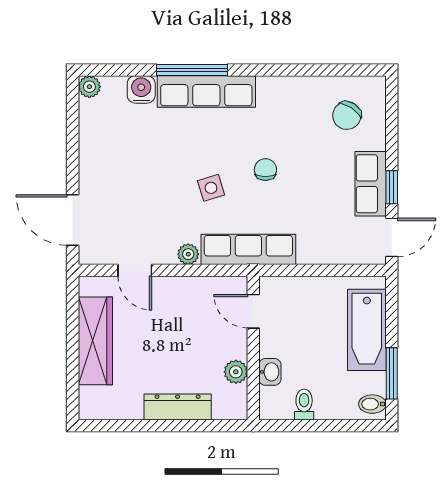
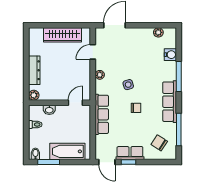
window: (316, 70) -> (179, 129), added
plant: (89, 87) -> (158, 32), moved
row of seats: (206, 91) -> (170, 102), moved
row of seats: (248, 249) -> (102, 114), moved
plant: (236, 372) -> (34, 95), moved

